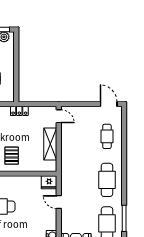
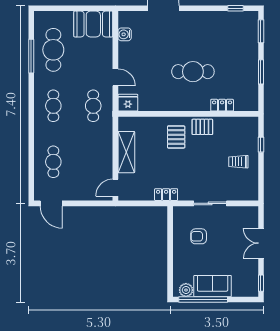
door: (59, 116) -> (115, 188), hinge flipped
cafe table: (76, 180) -> (93, 106), added
cafe table: (107, 180) -> (53, 106), width x0.73, depth x0.74

